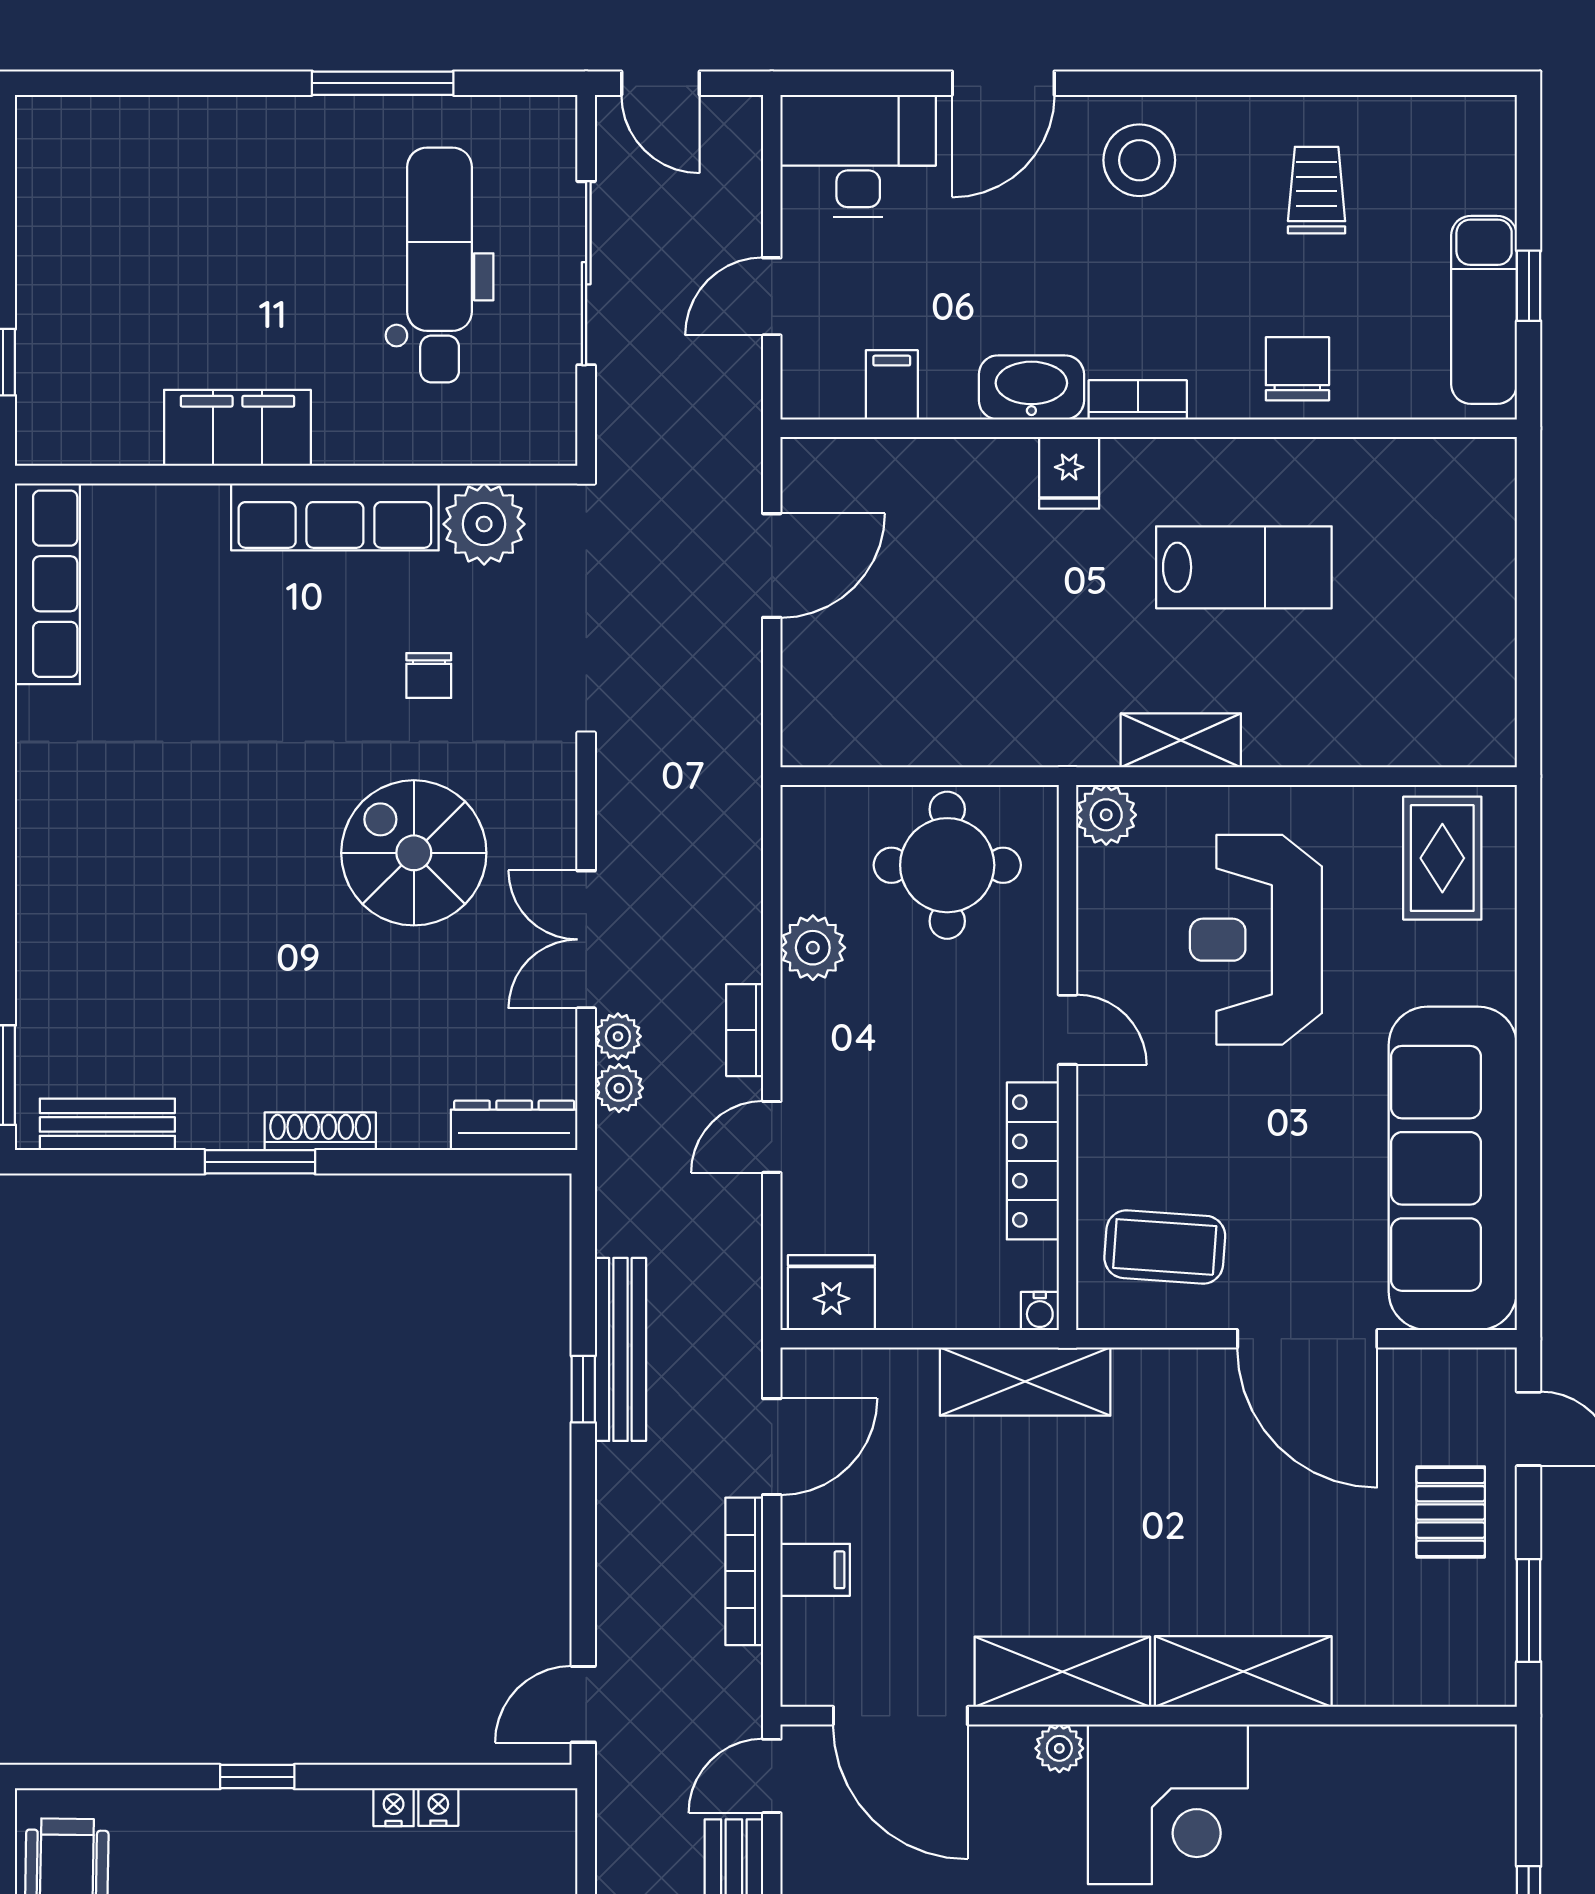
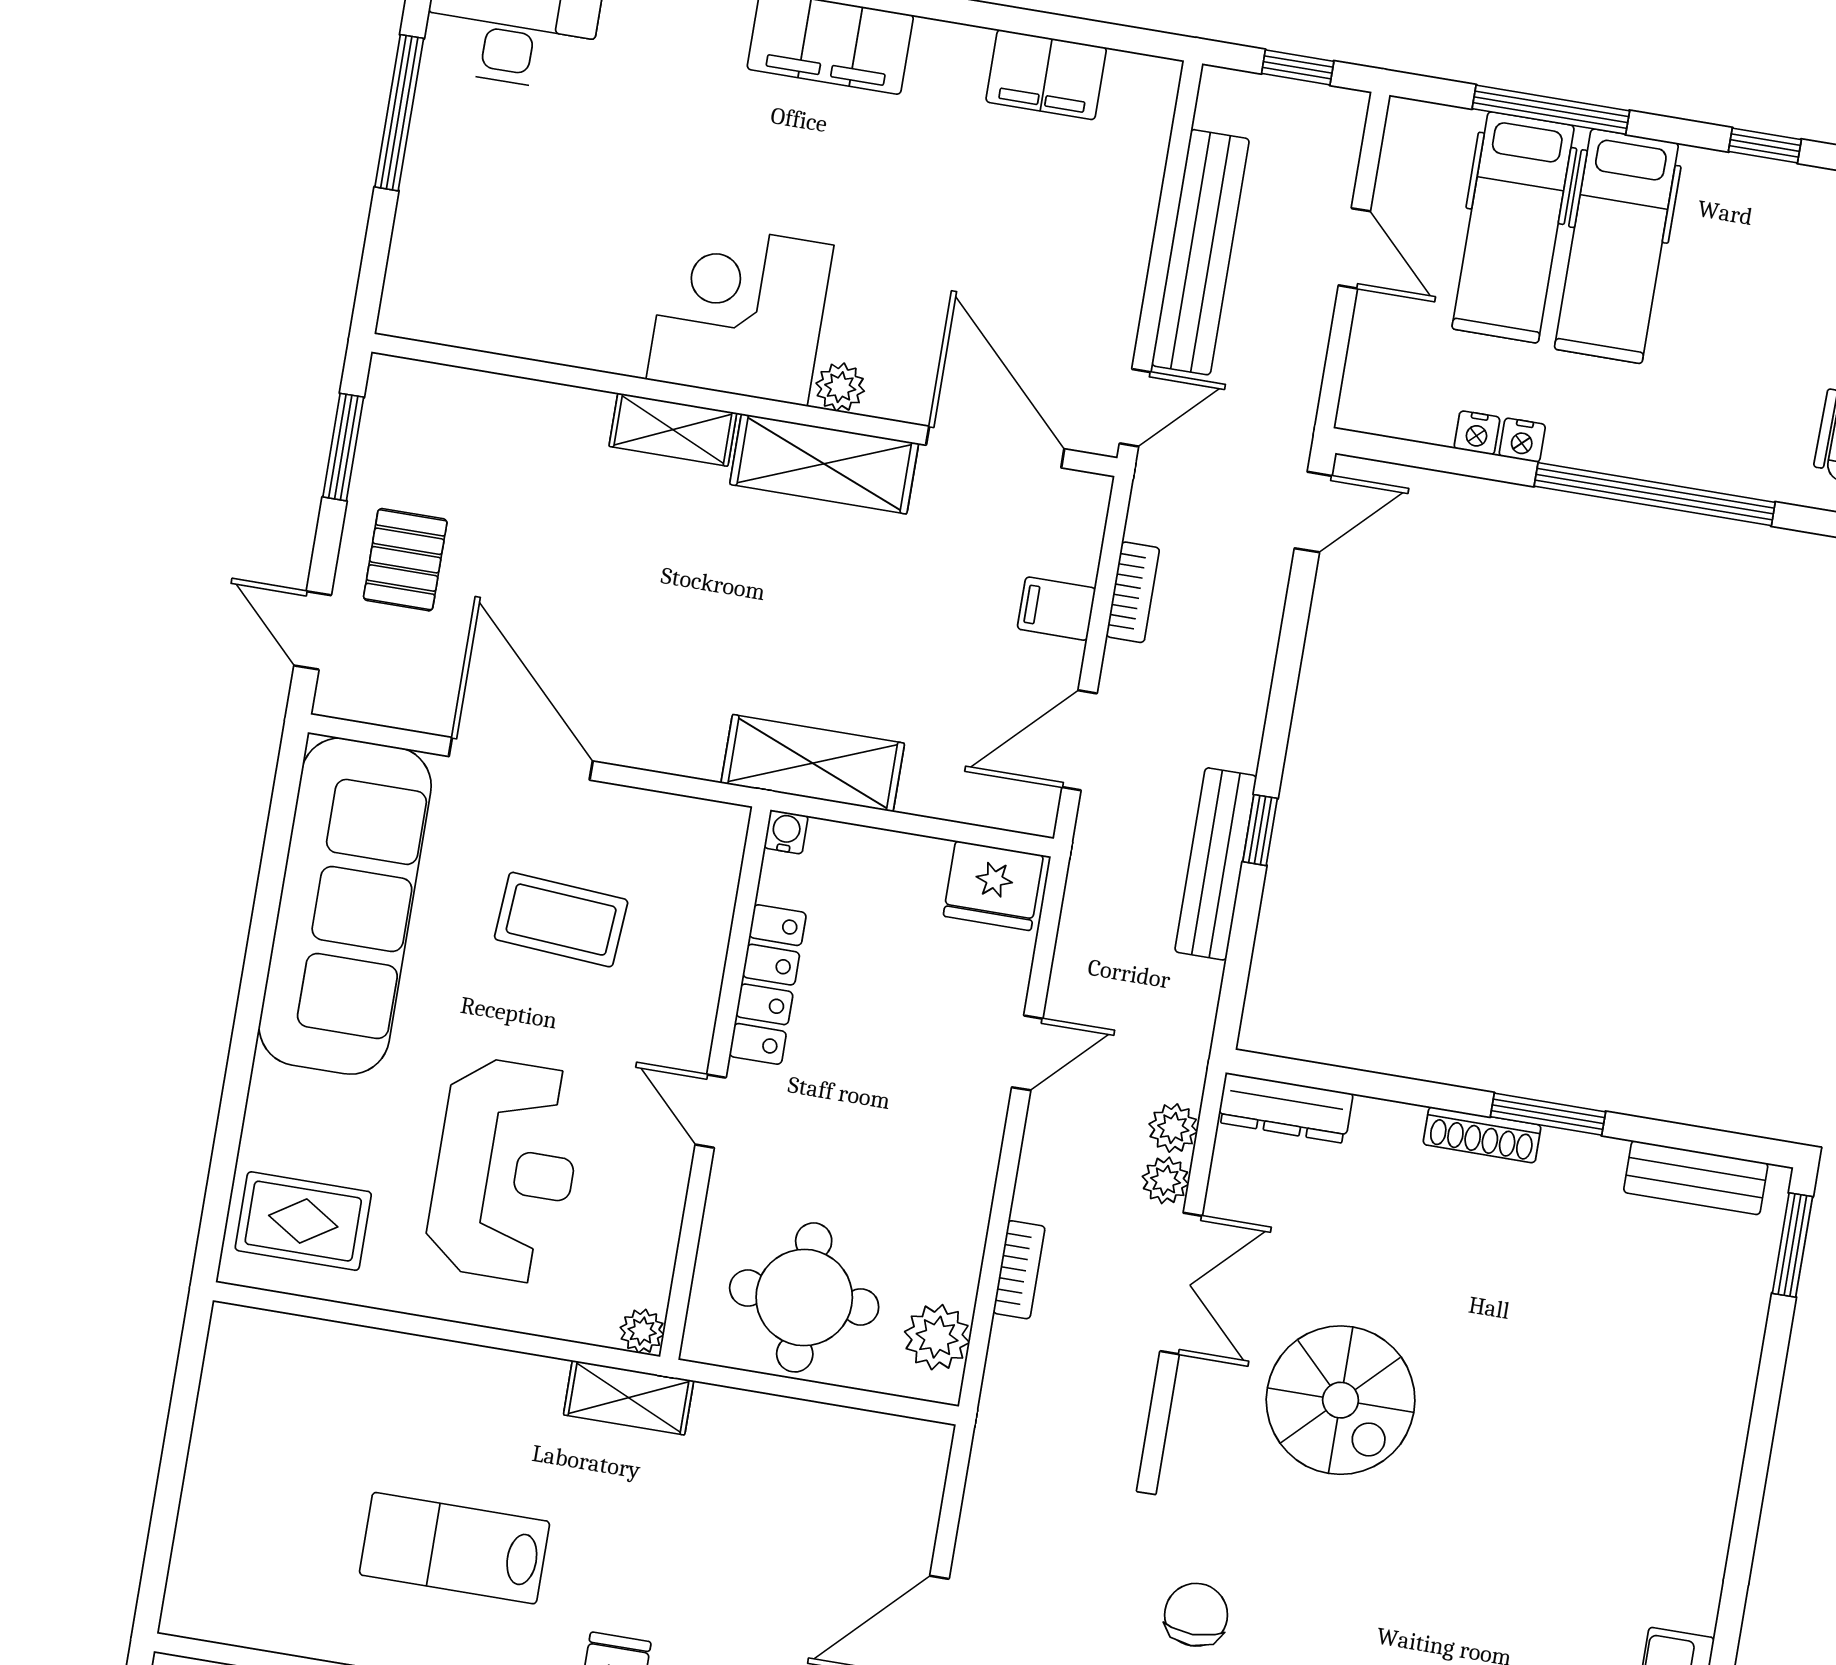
chair: (429, 676) -> (1196, 1615), moved, width x1.37, depth x1.37
shelving: (1181, 740) -> (629, 1398), moved
plant: (1106, 815) -> (642, 1331), width x0.73, depth x0.73
rug: (1442, 858) -> (303, 1221), turned 90
plant: (813, 948) -> (937, 1337), moved
bookcase: (745, 1030) -> (1019, 1270), moved
coffee table: (1165, 1247) -> (561, 920), moved
bookcase: (744, 1571) -> (1133, 592), width x0.64
shelving: (1243, 1672) -> (673, 430), width x0.67, depth x0.75
window: (257, 1777) -> (1655, 494), width x3.17

